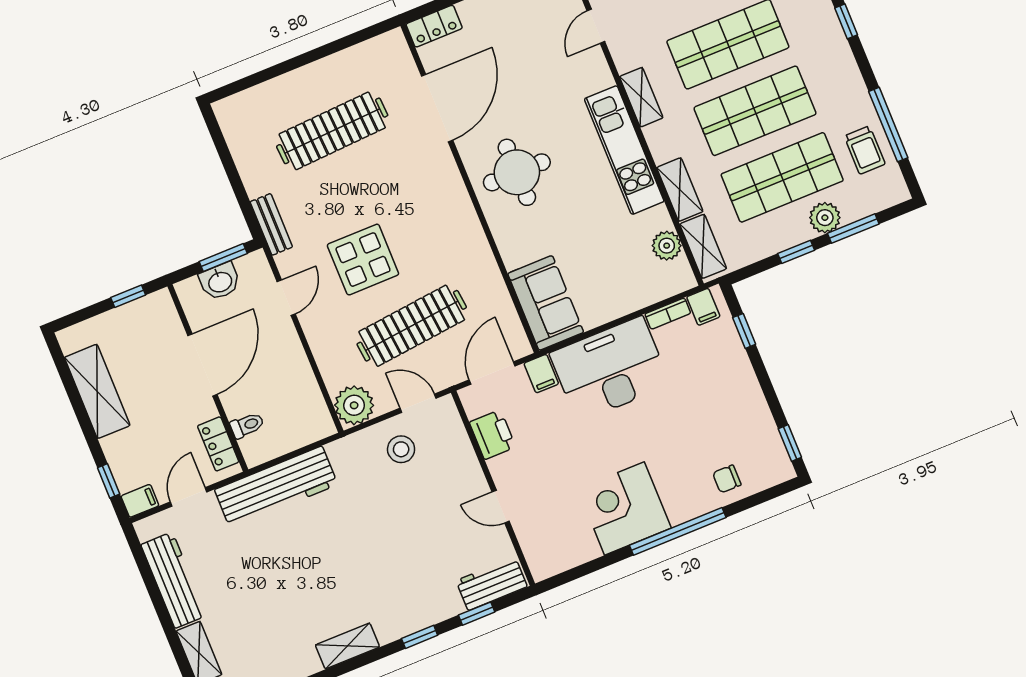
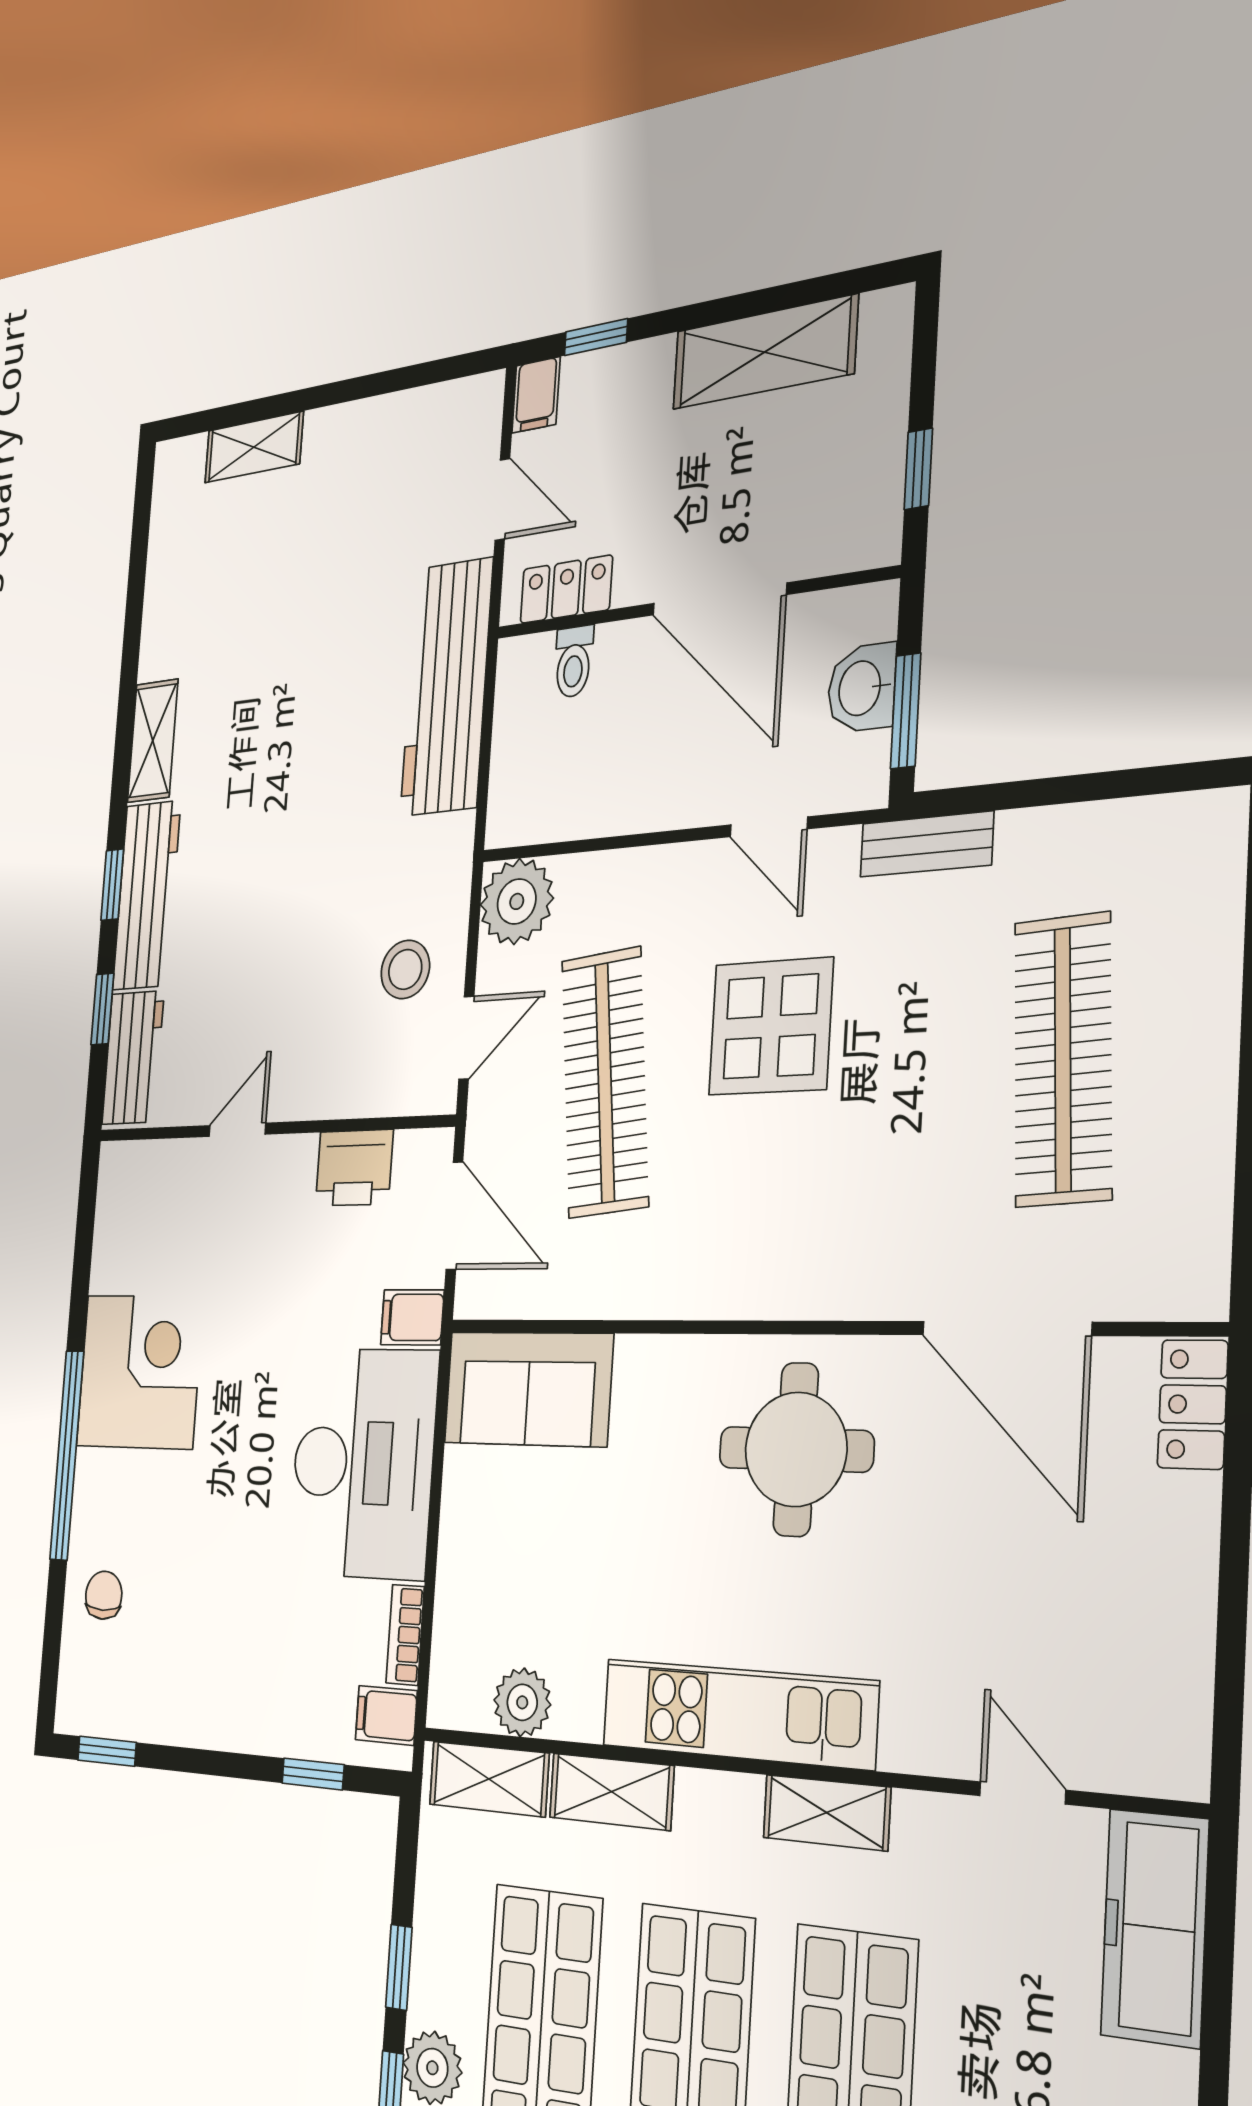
workbench: (174, 580) -> (147, 895), moved, turned -90

